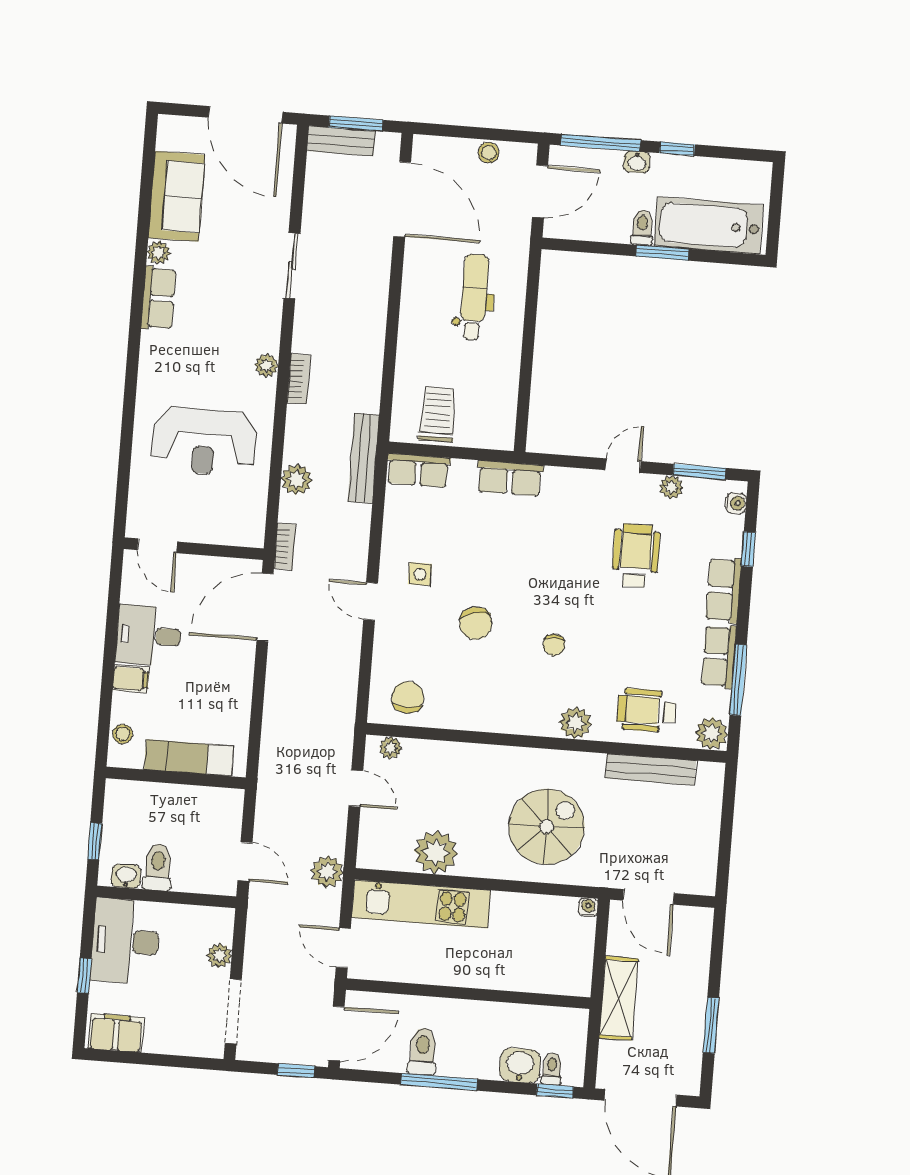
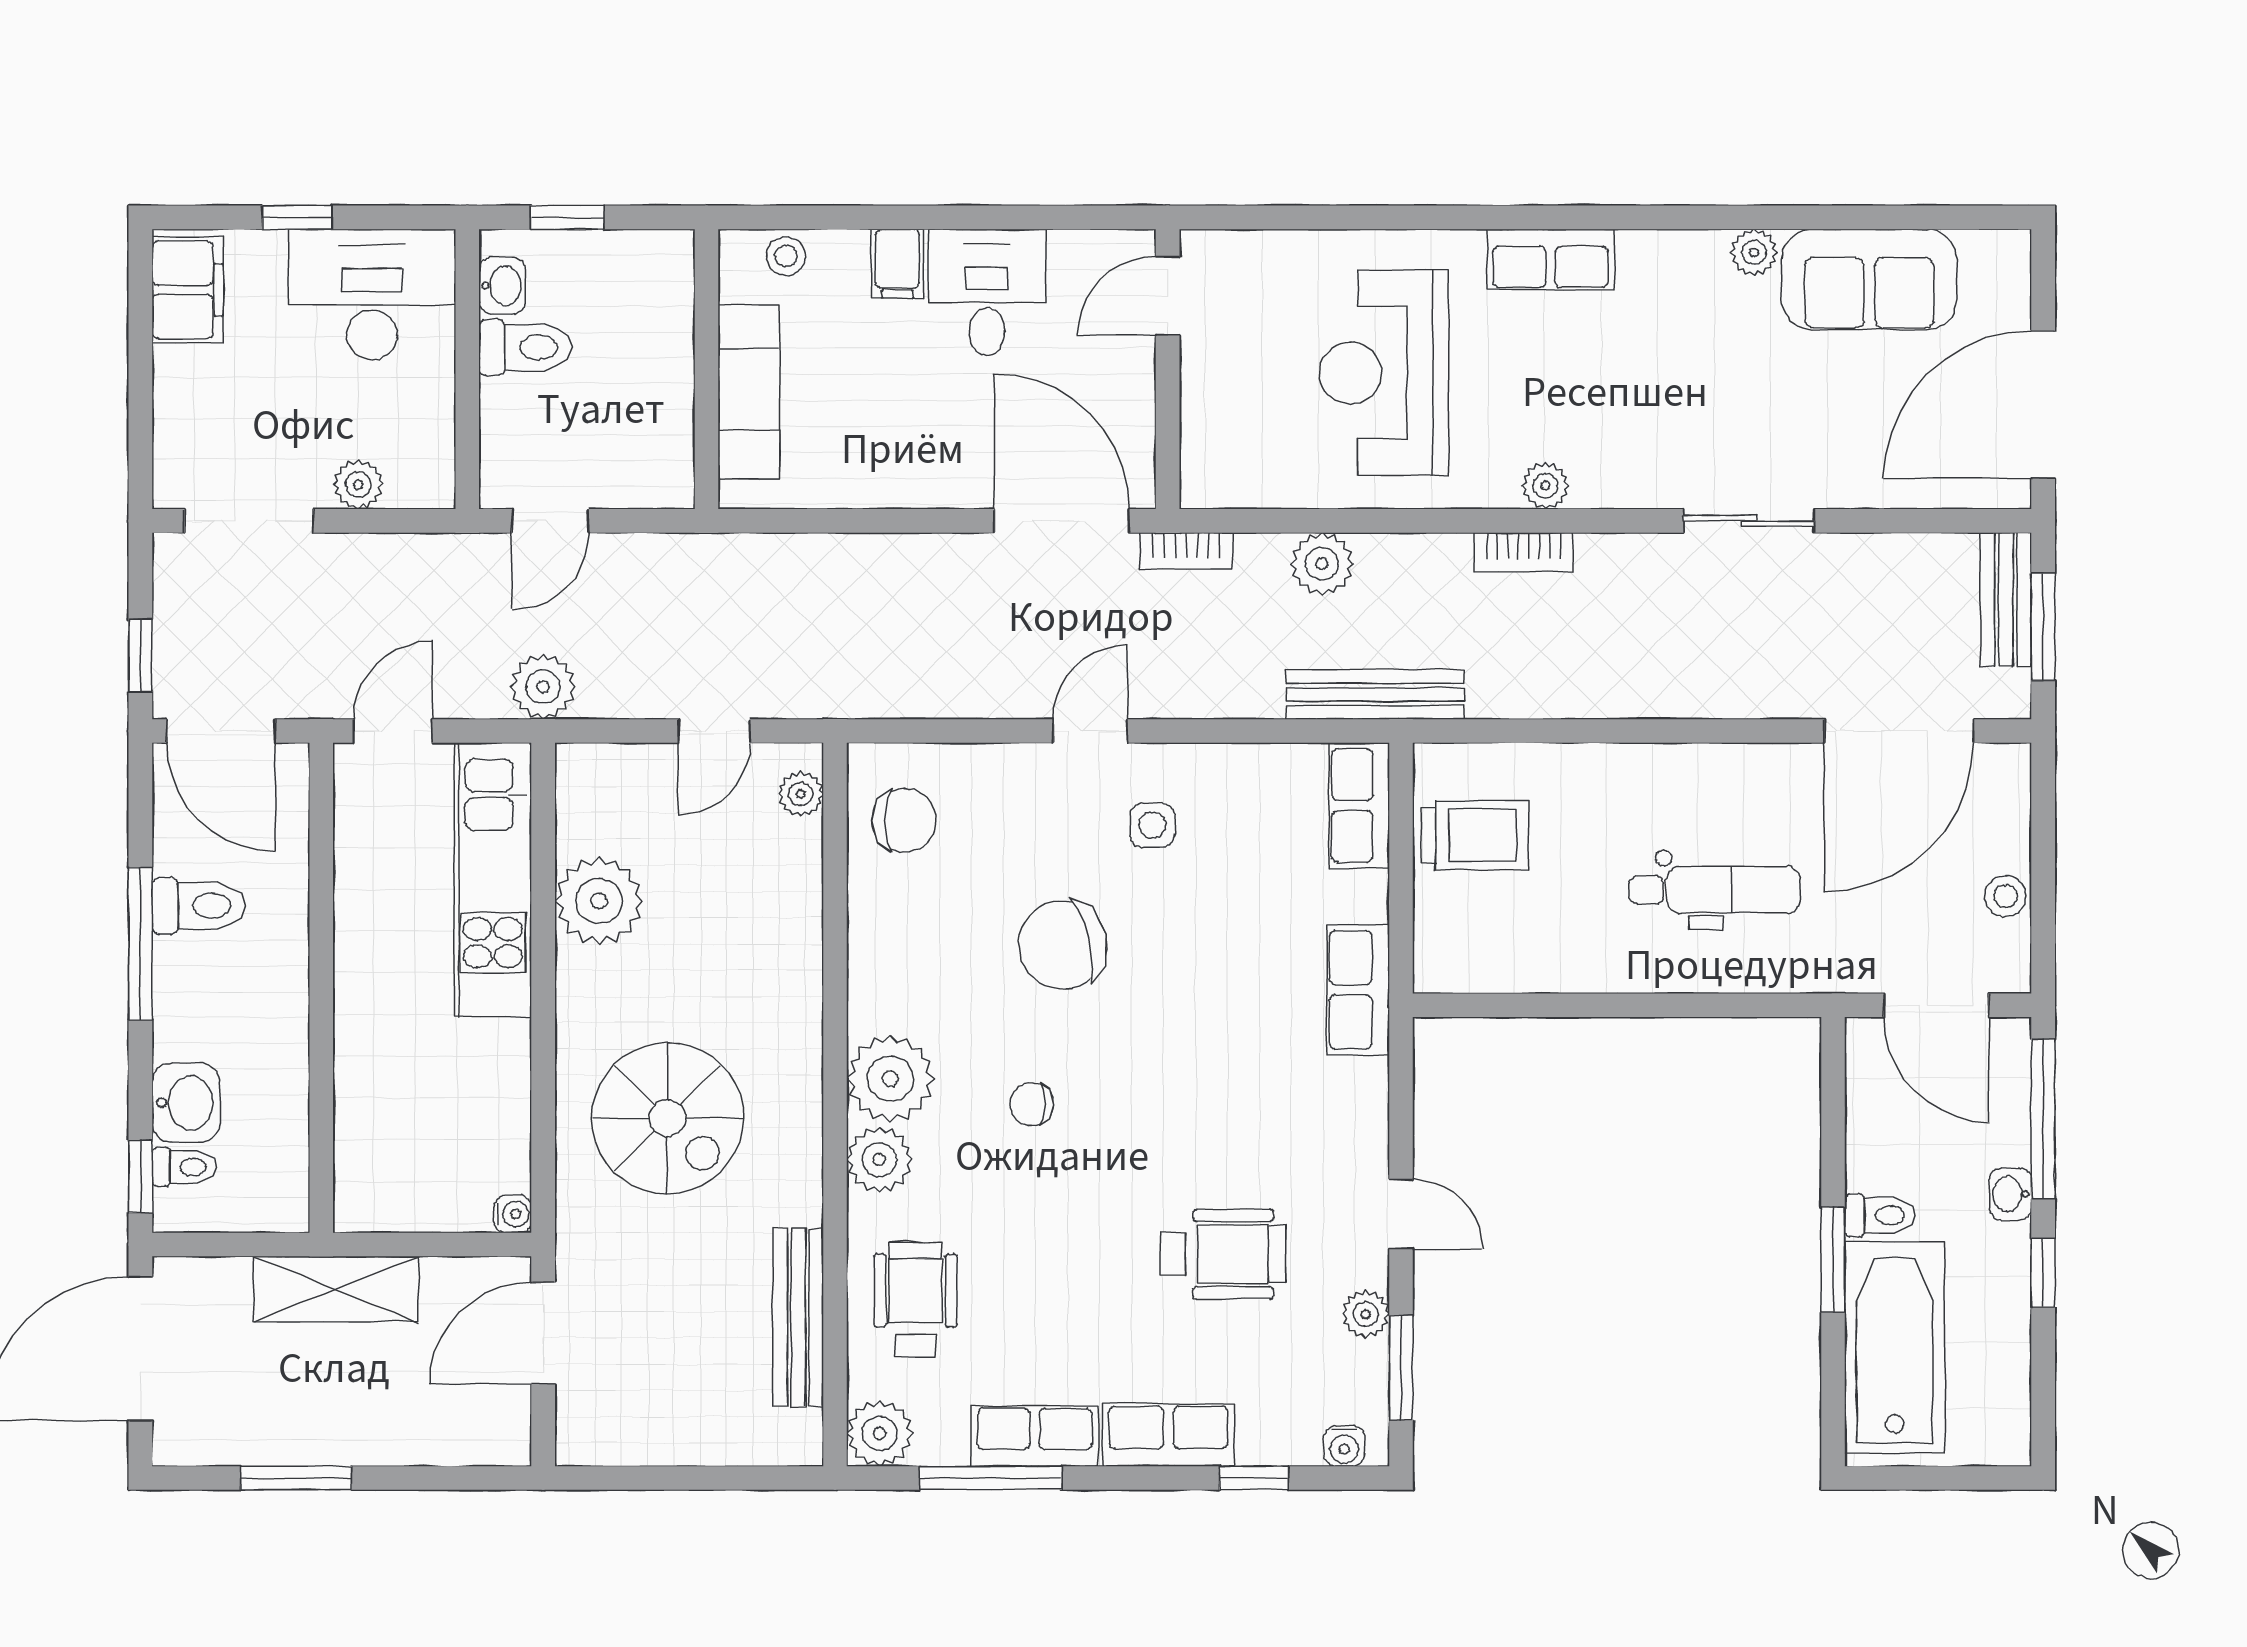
row of seats: (159, 298) -> (1550, 259), moved
chair: (476, 623) -> (1063, 945), width x1.37, depth x1.37
plant: (536, 714) -> (890, 1079), added

